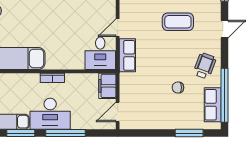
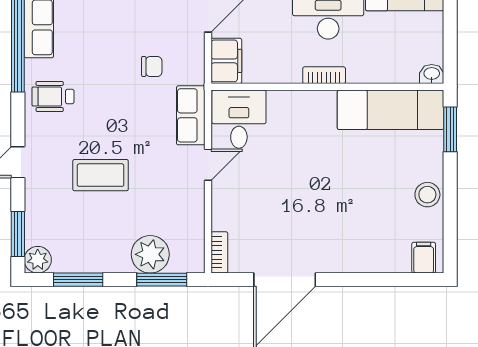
wheelchair: (205, 66) -> (53, 96), turned 70
chair: (178, 88) -> (152, 66), moved

